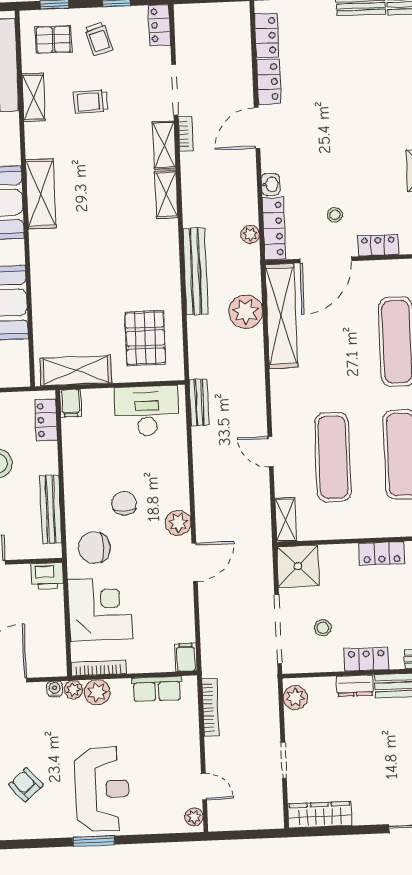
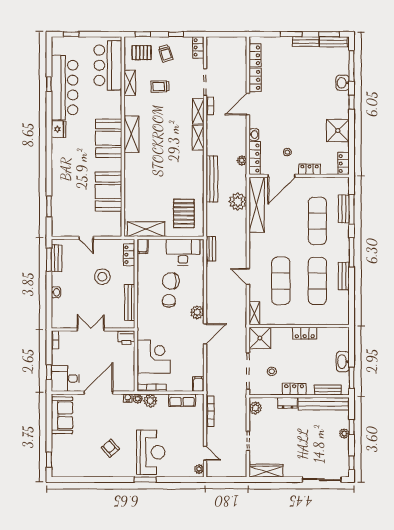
chair: (94, 548) -> (171, 281), moved

